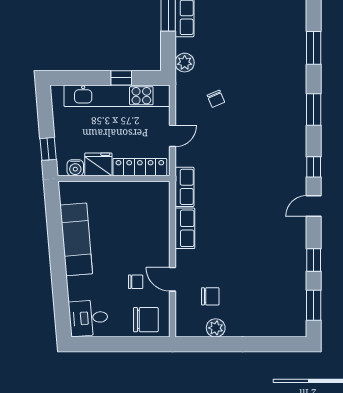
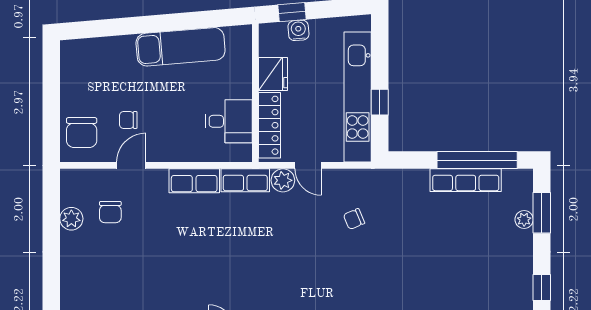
plant: (185, 63) -> (283, 180), moved
water cooler: (75, 168) -> (298, 30), moved, turned 85
chair: (136, 282) -> (128, 120), turned 90
desk: (88, 318) -> (229, 121), moved, turned 95

